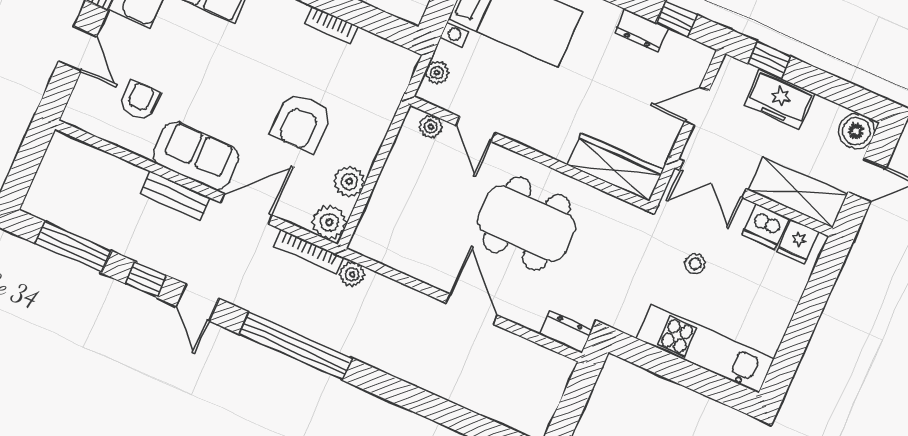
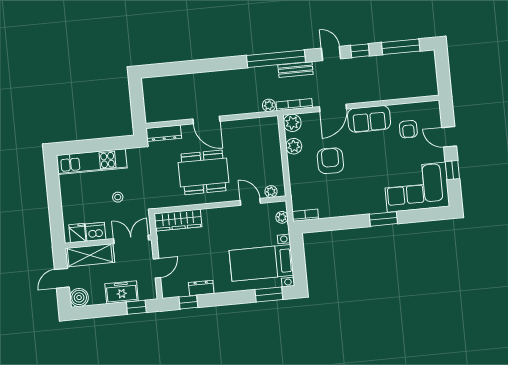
bookcase: (331, 25) -> (305, 215), moved
bench: (175, 196) -> (295, 70), moved
dresser: (566, 332) -> (164, 133), width x1.44

